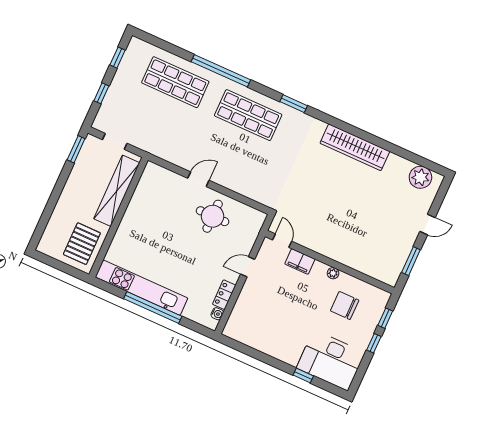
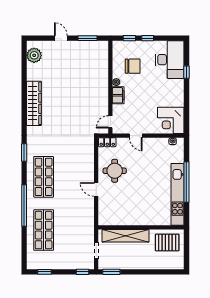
window: (101, 93) -> (82, 272), moved
filing cabinet: (300, 261) -> (118, 95), moved
locker: (224, 295) -> (107, 142), moved
chair: (345, 305) -> (133, 66), turned -90
corner desk: (247, 324) -> (171, 120), added

